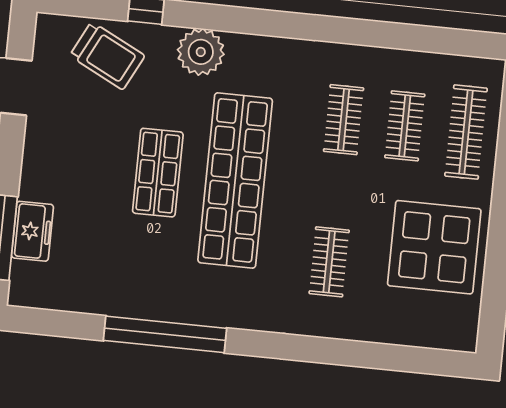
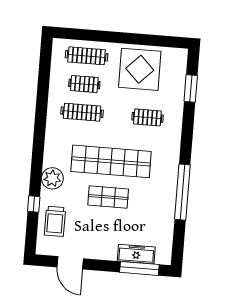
trolley: (107, 56) -> (55, 221), turned 153
clothes rail: (344, 120) -> (82, 112), width x1.36
freezer: (32, 231) -> (136, 254), width x1.40
window: (390, 357) -> (191, 88), added

